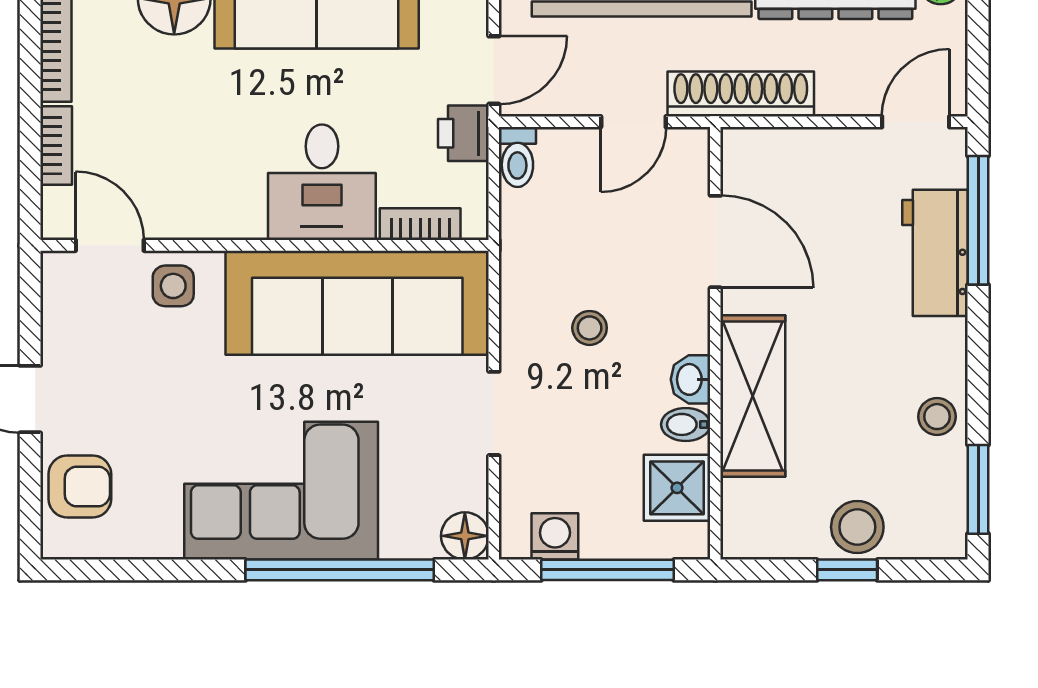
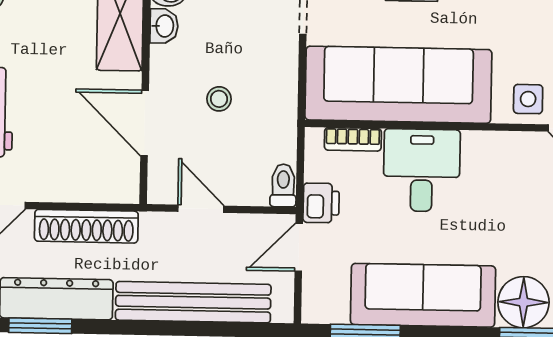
shoe rack: (741, 94) -> (86, 226), moved
door: (633, 122) -> (201, 209), hinge flipped
stool: (590, 328) -> (219, 99), moved

